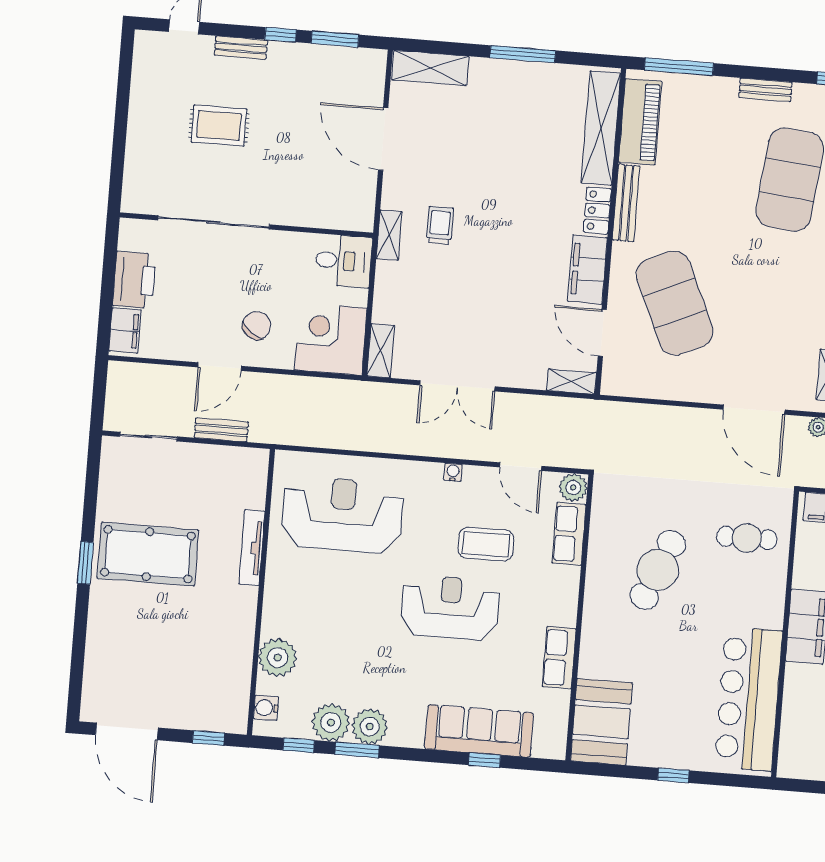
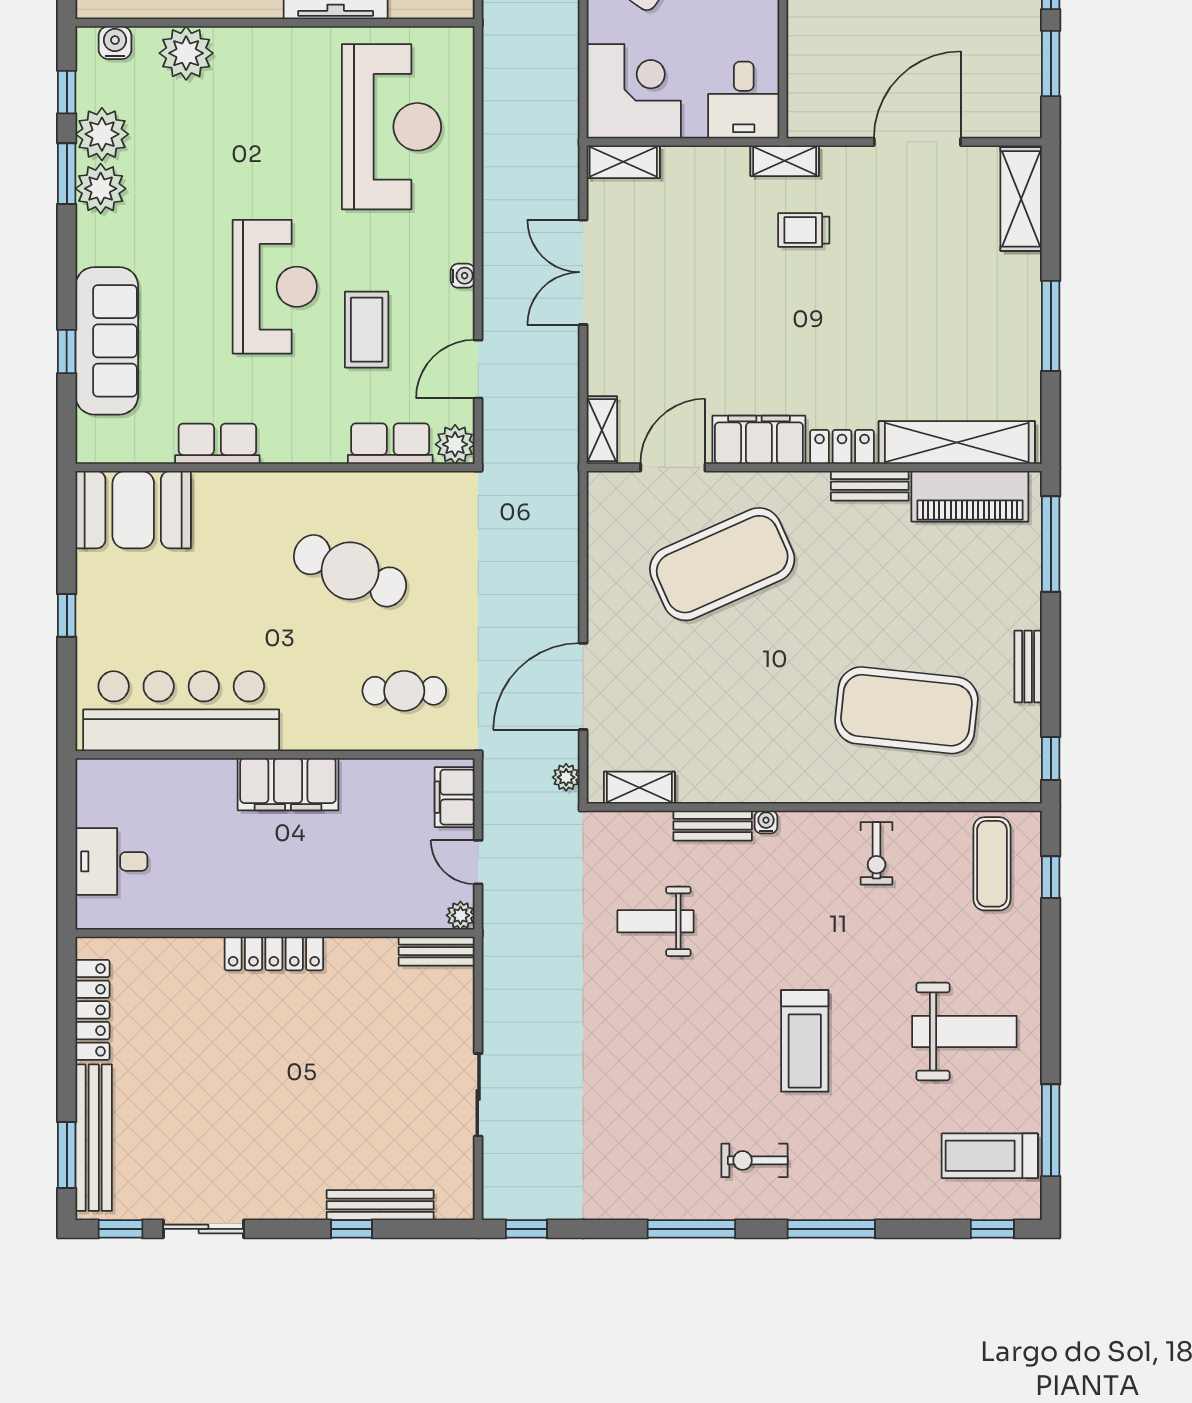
bench: (626, 203) -> (870, 486), width x0.73
trolley: (440, 225) -> (804, 230), turned 180
cafe table: (747, 538) -> (404, 691), turned 90

